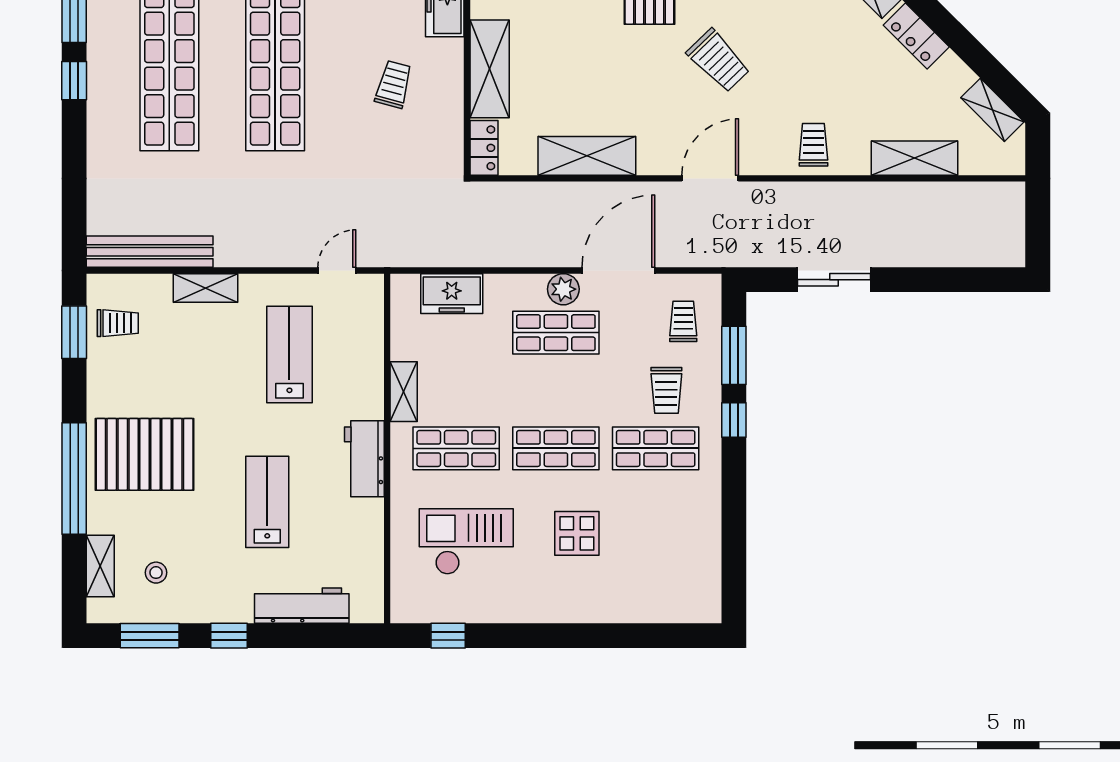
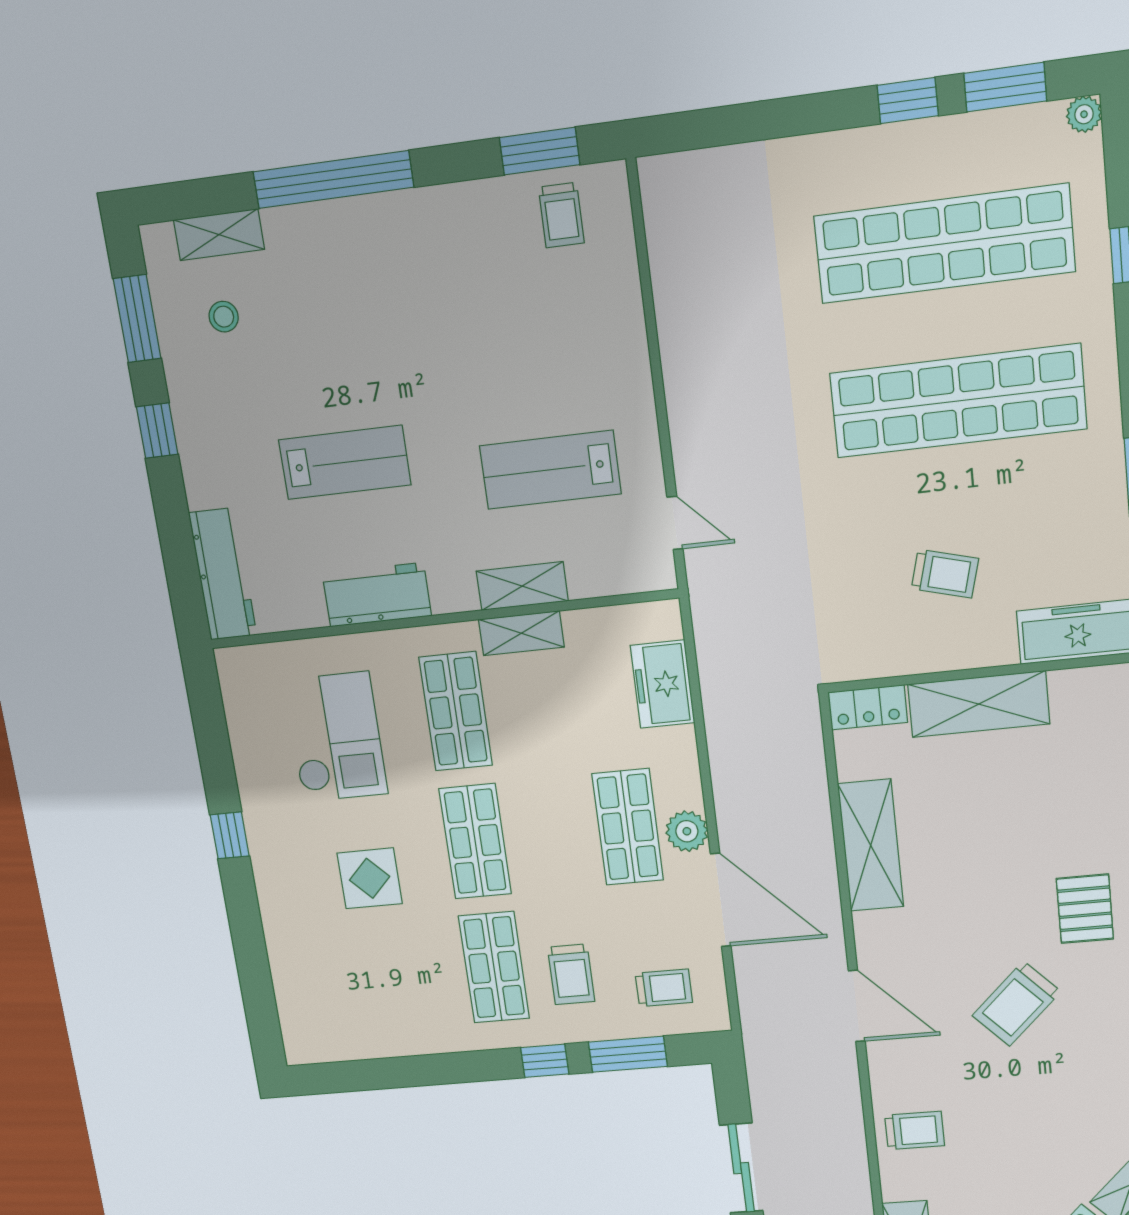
bench: (150, 252) -> (669, 249), removed
shelving: (206, 288) -> (522, 586), moved, turned 90
lab bench: (289, 354) -> (550, 470), turned 180
trolley: (666, 390) -> (571, 974), turned -90
pallet: (145, 454) -> (383, 279), removed
workbench: (364, 459) -> (377, 595), moved
workbench: (302, 606) -> (223, 574), moved
window: (448, 636) -> (230, 835), moved

